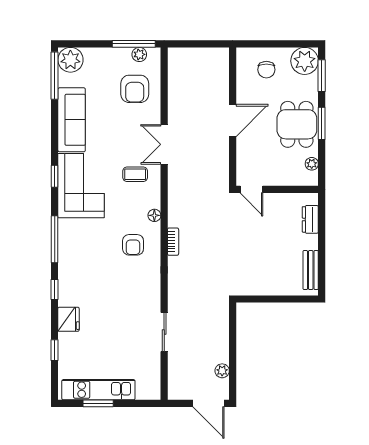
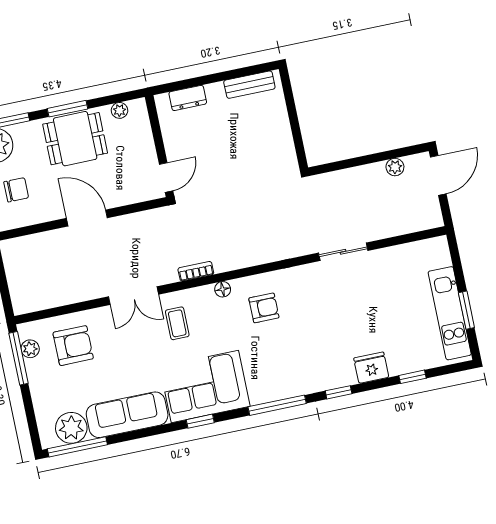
plant: (70, 60) -> (71, 428), moved
bookcase: (173, 242) -> (196, 271), moved
sliding door: (164, 332) -> (343, 252), moved

